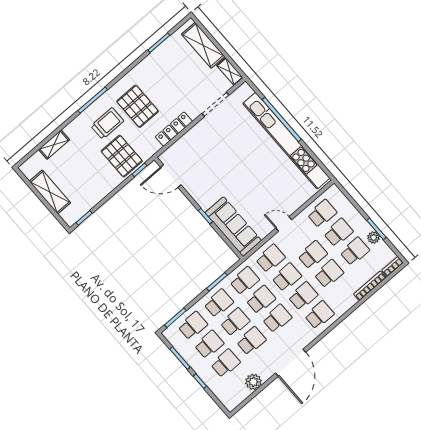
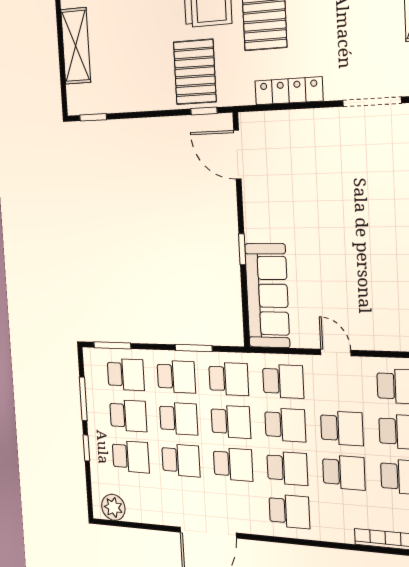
plant: (253, 382) -> (113, 507), moved

